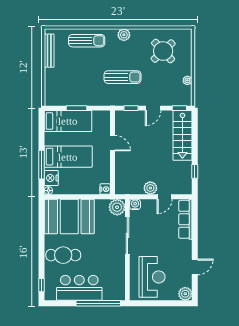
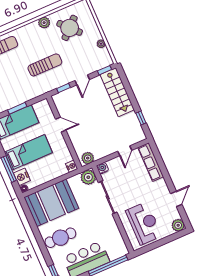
plant: (124, 35) -> (44, 23), moved
plant: (150, 188) -> (88, 158), moved

